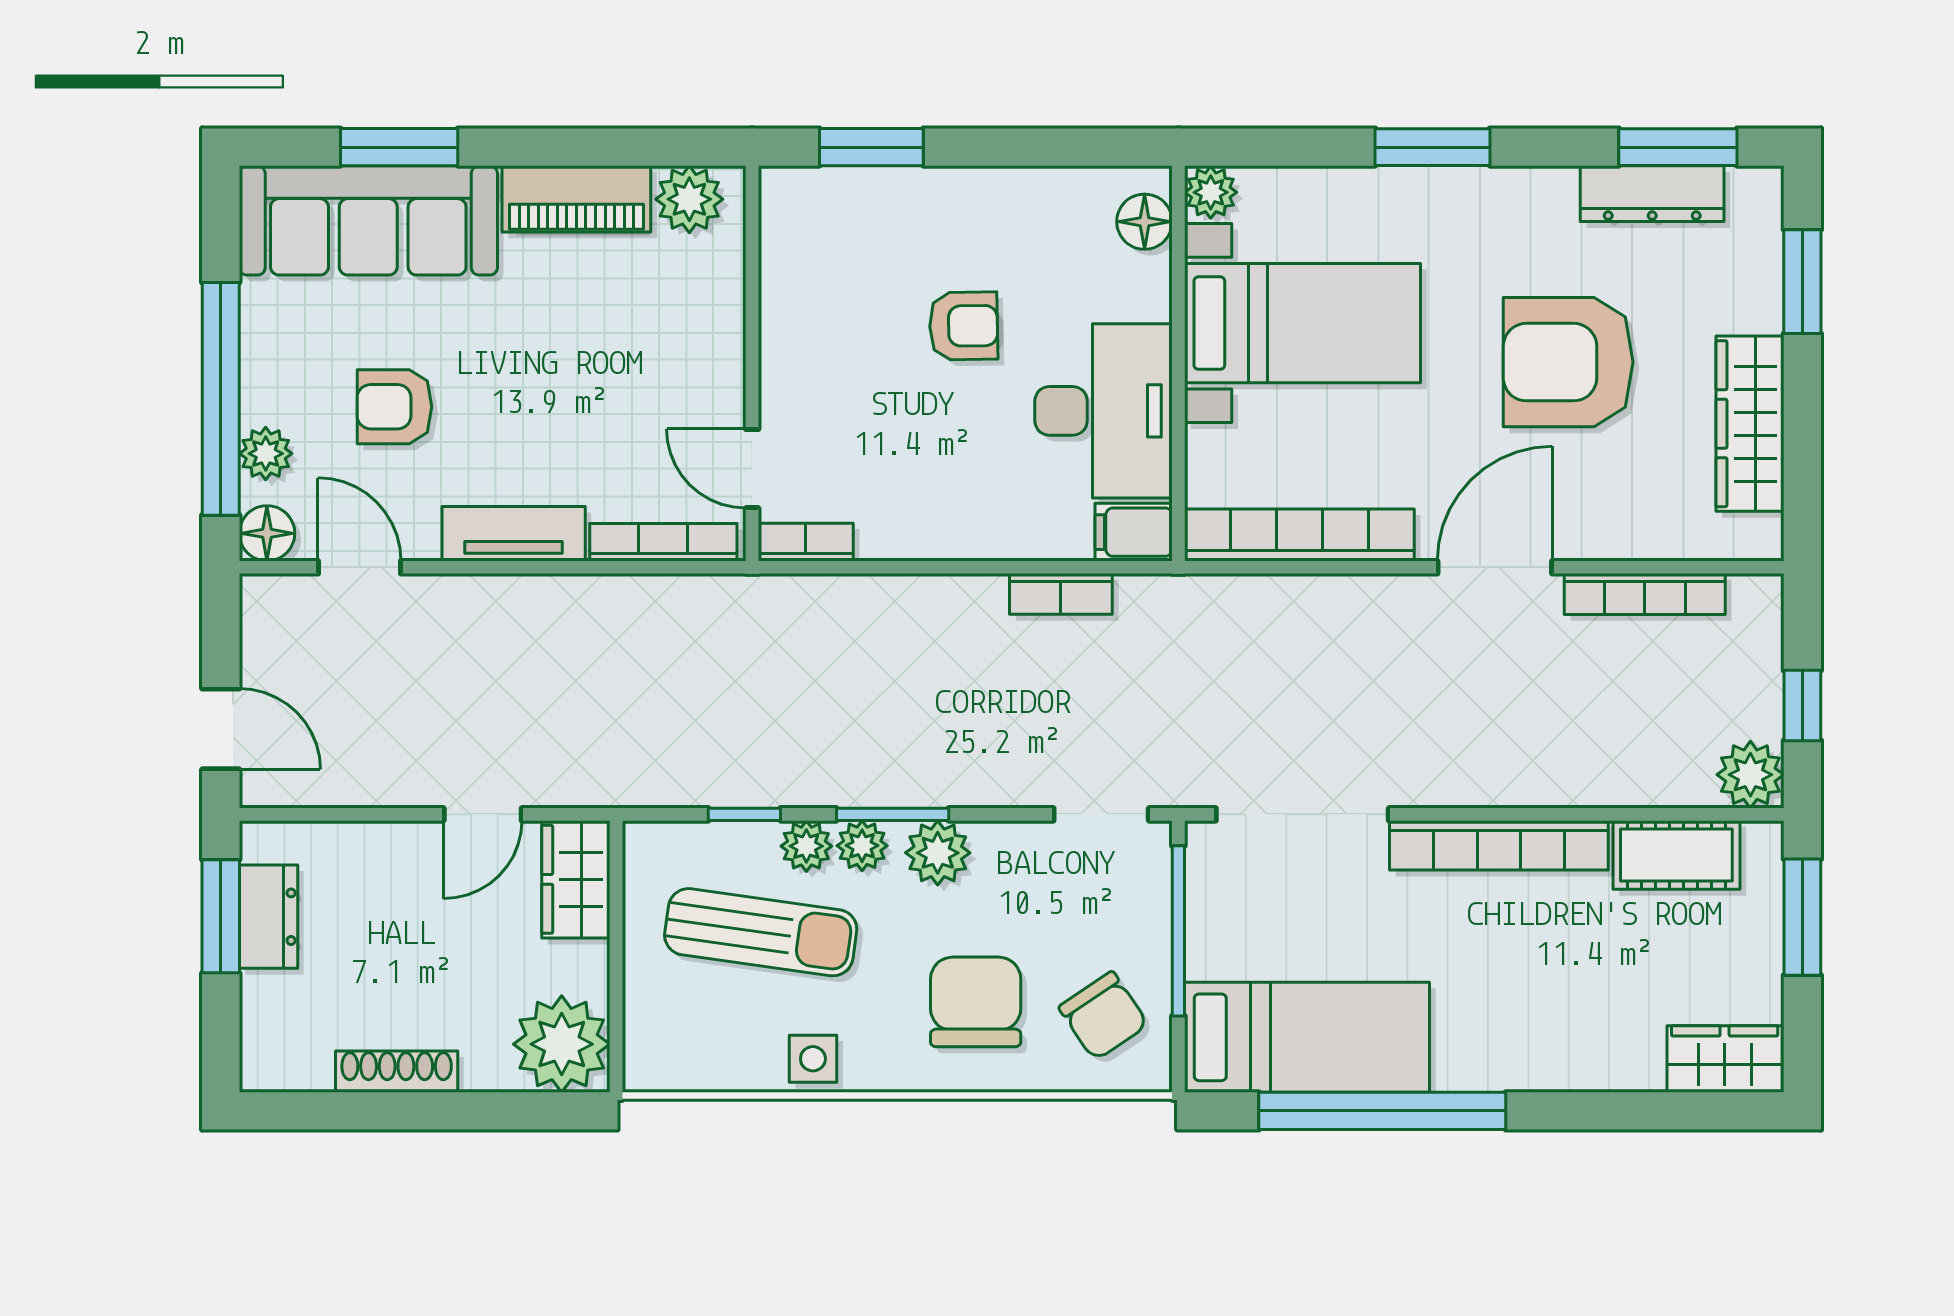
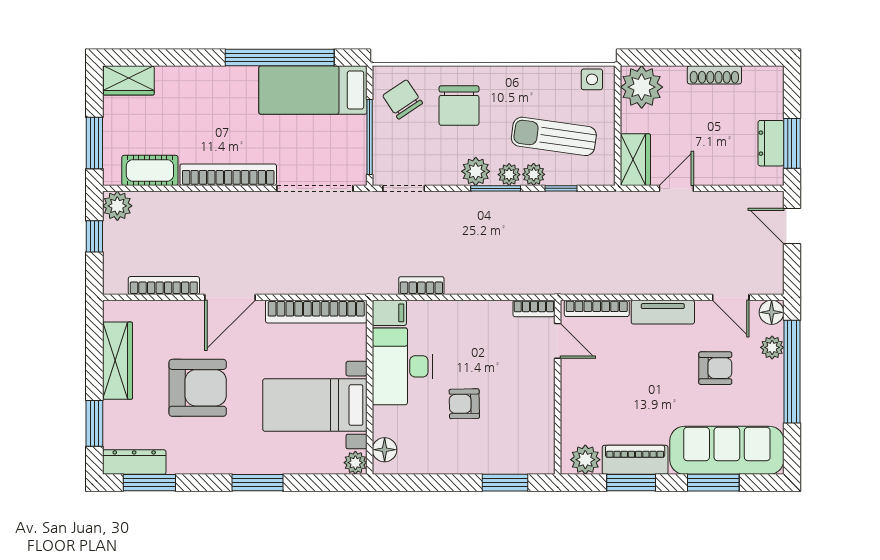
window: (585, 147) -> (631, 483), added
dresser: (1652, 194) -> (134, 462), moved
side table: (813, 1059) -> (592, 79), moved

